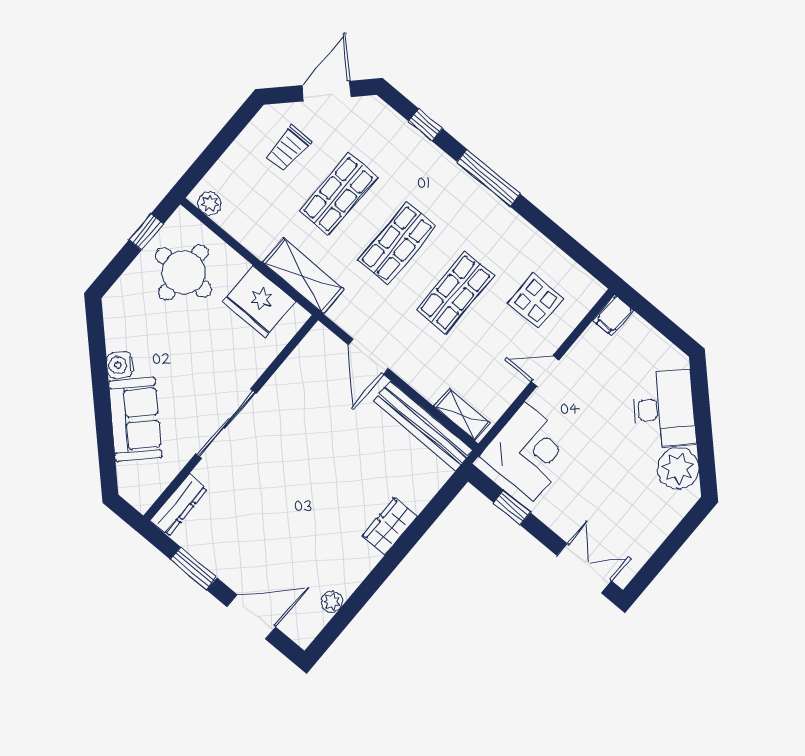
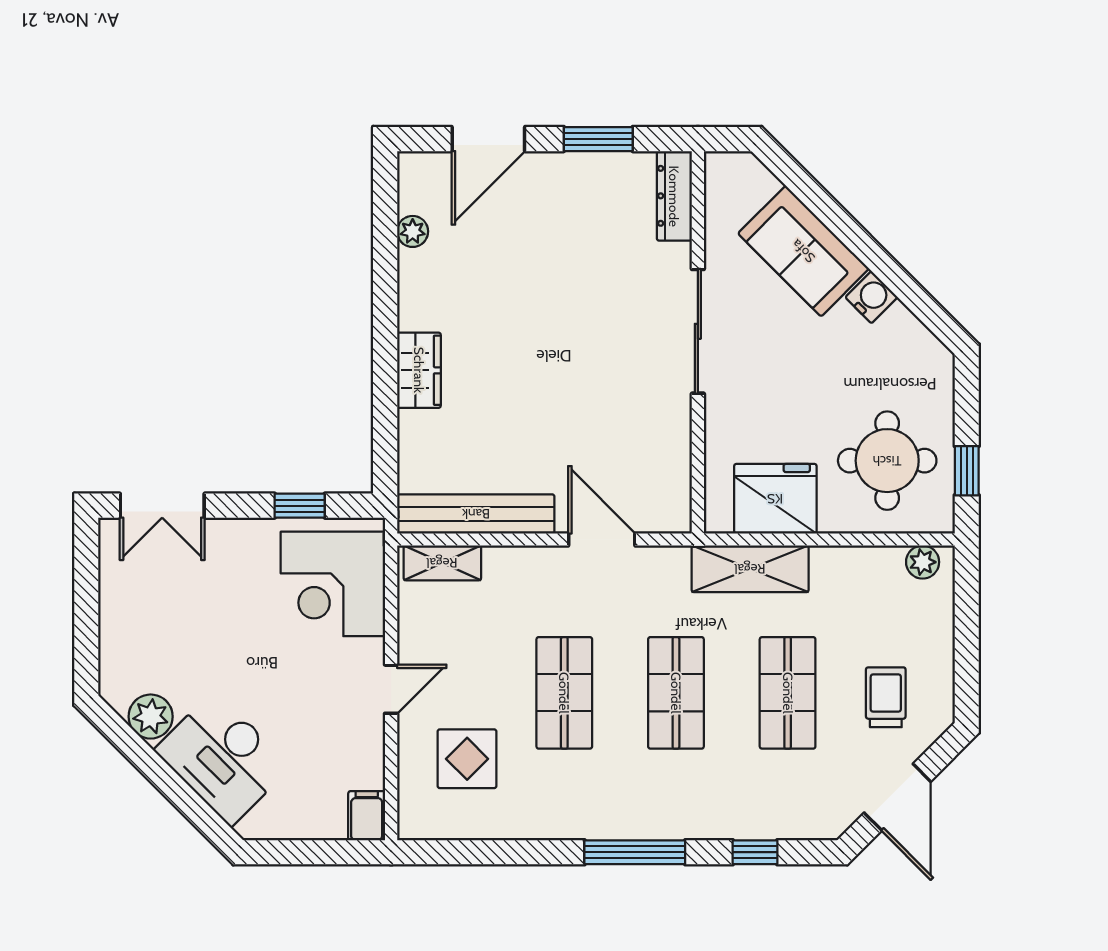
plant: (678, 468) -> (151, 717), width x0.73, depth x0.73

